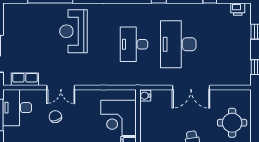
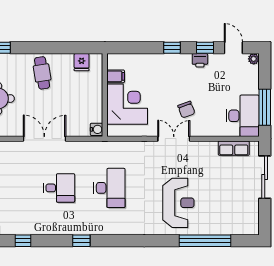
desk: (178, 44) -> (59, 188), width x0.53, depth x0.77
double door: (61, 88) -> (174, 139), moved
chair: (55, 117) -> (186, 110), moved

